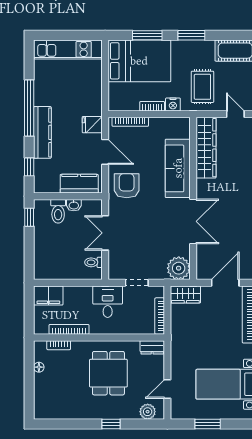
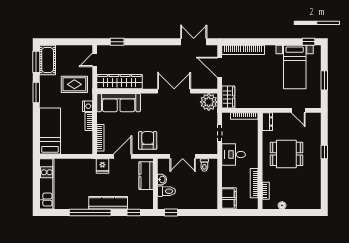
window: (147, 35) -> (36, 62), moved
bed: (139, 61) -> (50, 131), width x0.67
sofa: (178, 168) -> (119, 103), moved
armchair: (127, 186) -> (148, 140), turned 90
plant: (148, 412) -> (315, 125), removed

